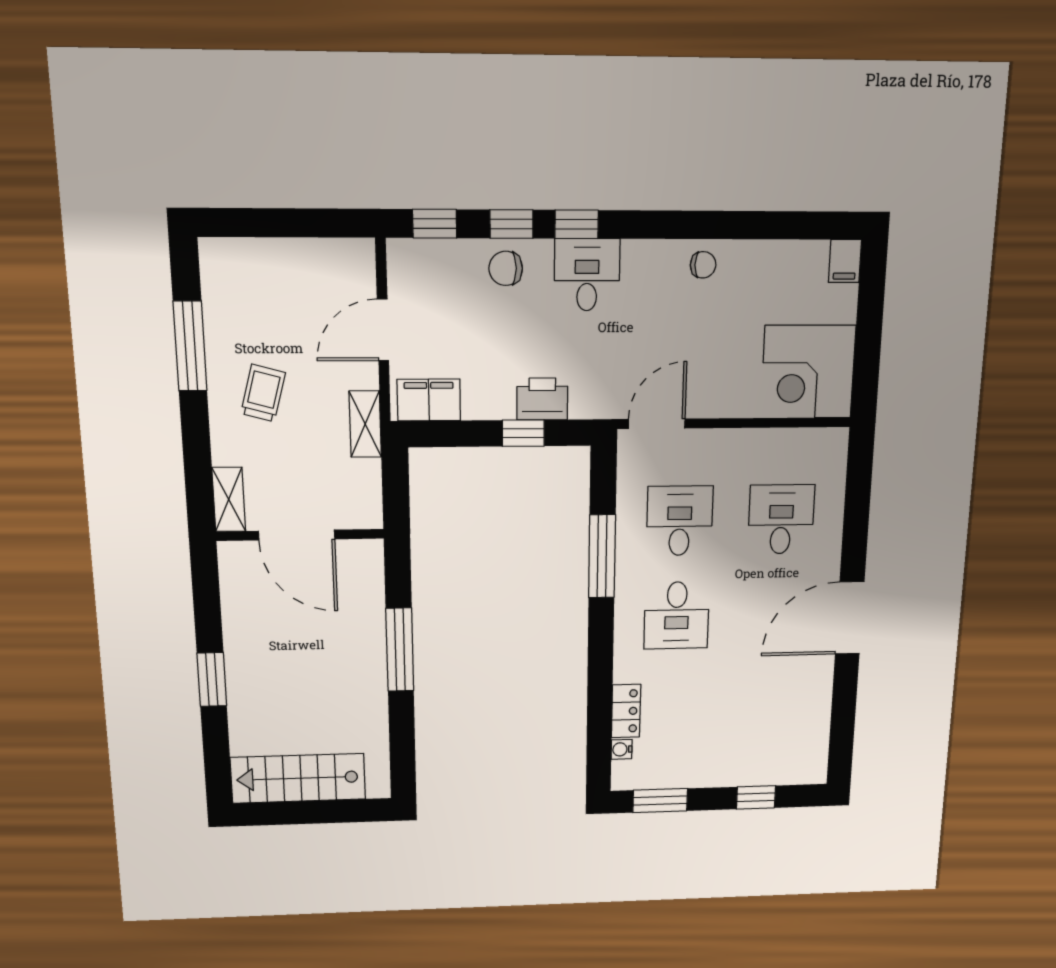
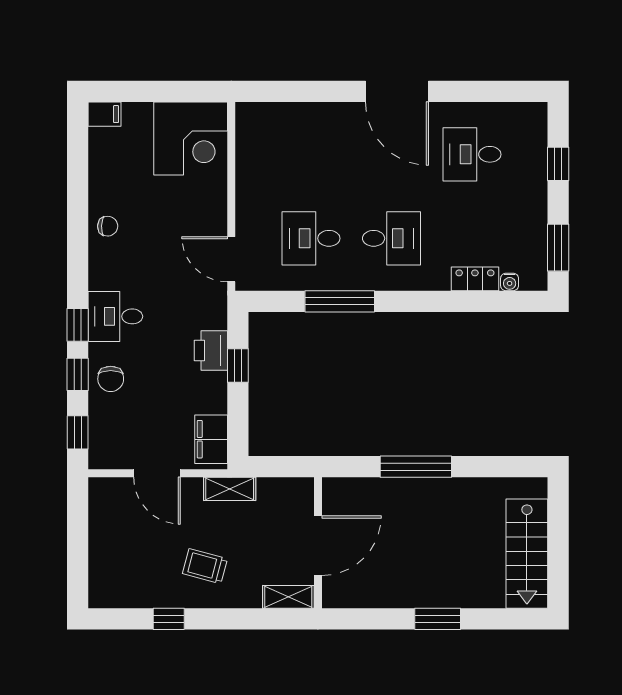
chair: (703, 265) -> (108, 226), turned 92
window: (190, 346) -> (169, 619), width x0.46
desk: (781, 519) -> (472, 154), moved

